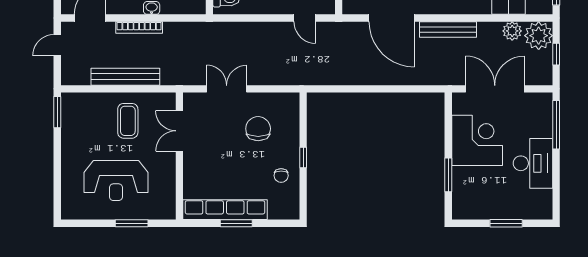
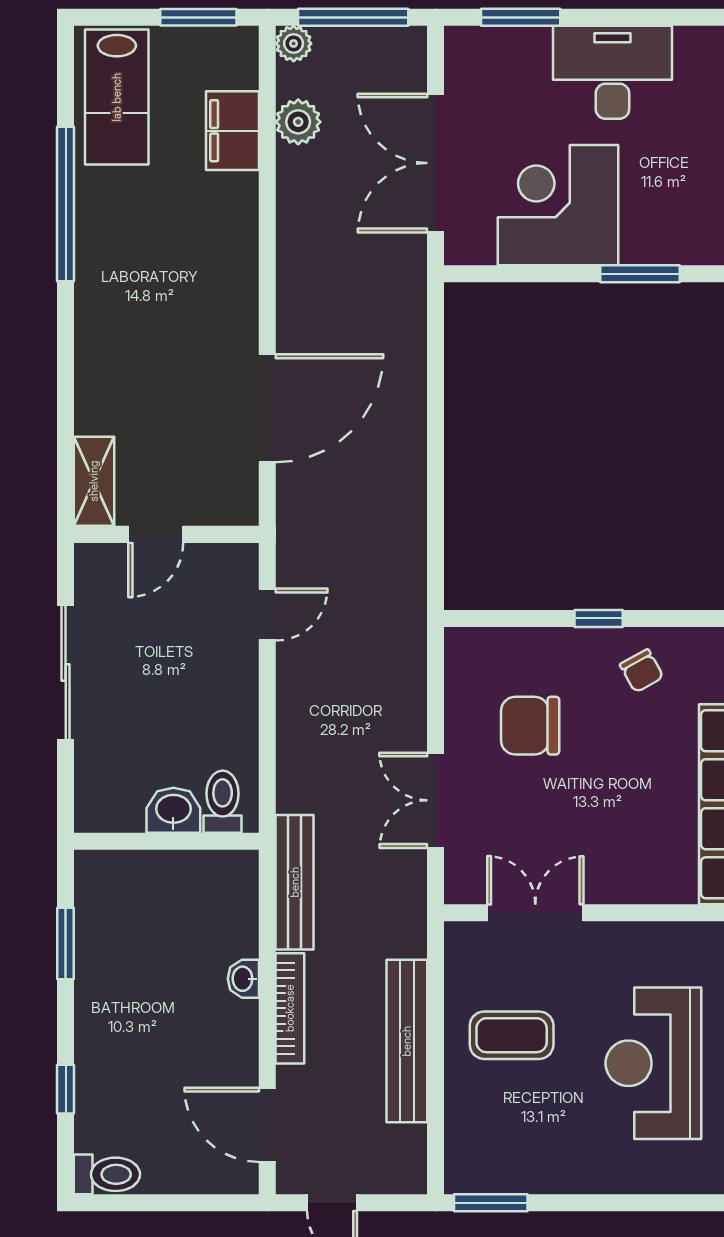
bench: (448, 30) -> (295, 882), moved
plant: (539, 36) -> (294, 43), width x0.53, depth x0.53
window: (556, 54) -> (353, 17), width x2.17
window: (556, 125) -> (521, 17), width x0.69
double door: (179, 131) -> (535, 913), swing flipped
chair: (281, 176) -> (642, 671), turned 61
reception desk: (116, 181) -> (653, 1063), turned 180

